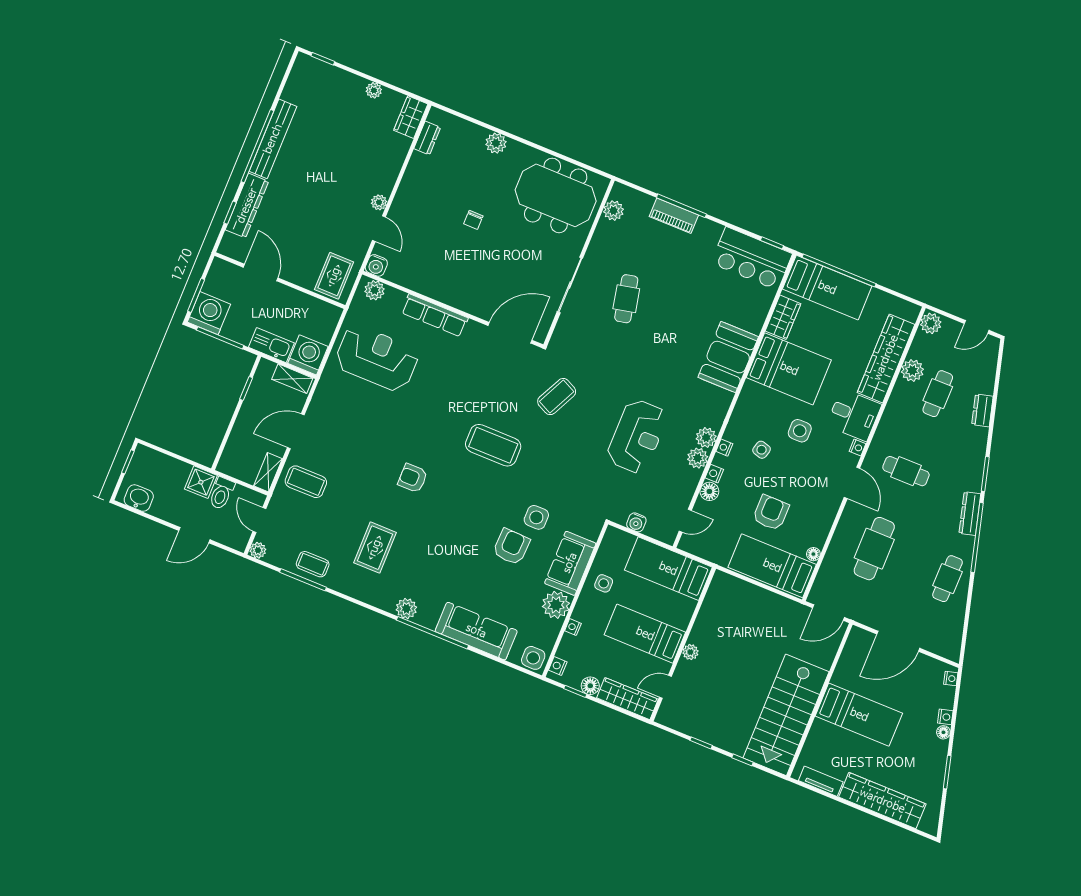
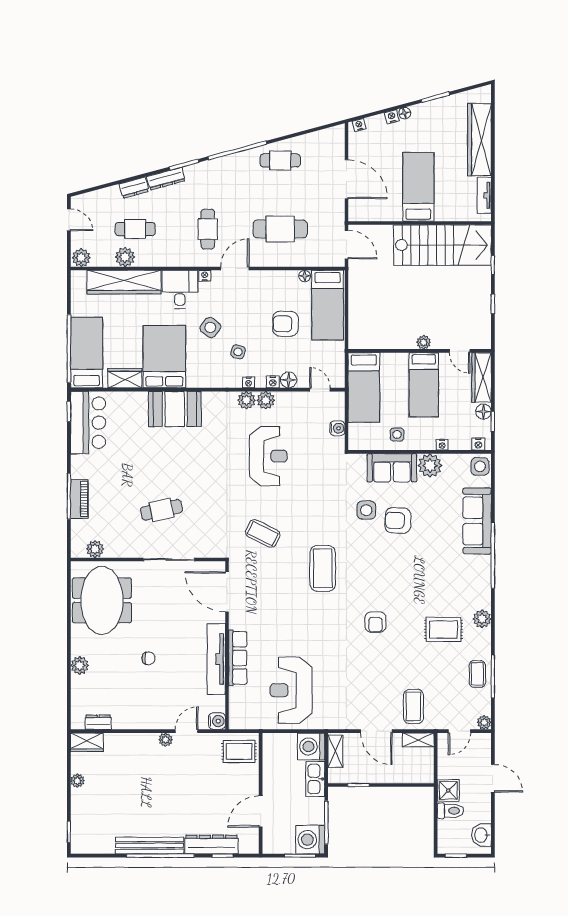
plant: (375, 290) -> (237, 714), removed
tv unit: (443, 292) -> (216, 659), added
side table: (800, 431) -> (210, 327), turned 38
reception desk: (637, 436) -> (268, 456), turned 90
toilet: (222, 493) -> (450, 811), moved
dresser: (970, 514) -> (166, 179), moved
plant: (406, 609) -> (482, 619), moved

